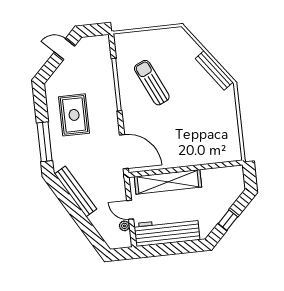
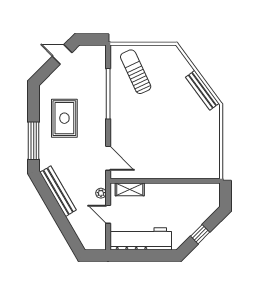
sun lounger: (152, 83) -> (136, 72), moved
door: (124, 152) -> (108, 158), width x0.73
shelving: (168, 182) -> (130, 189), width x0.45, depth x0.75
plant: (124, 226) -> (101, 193), moved

